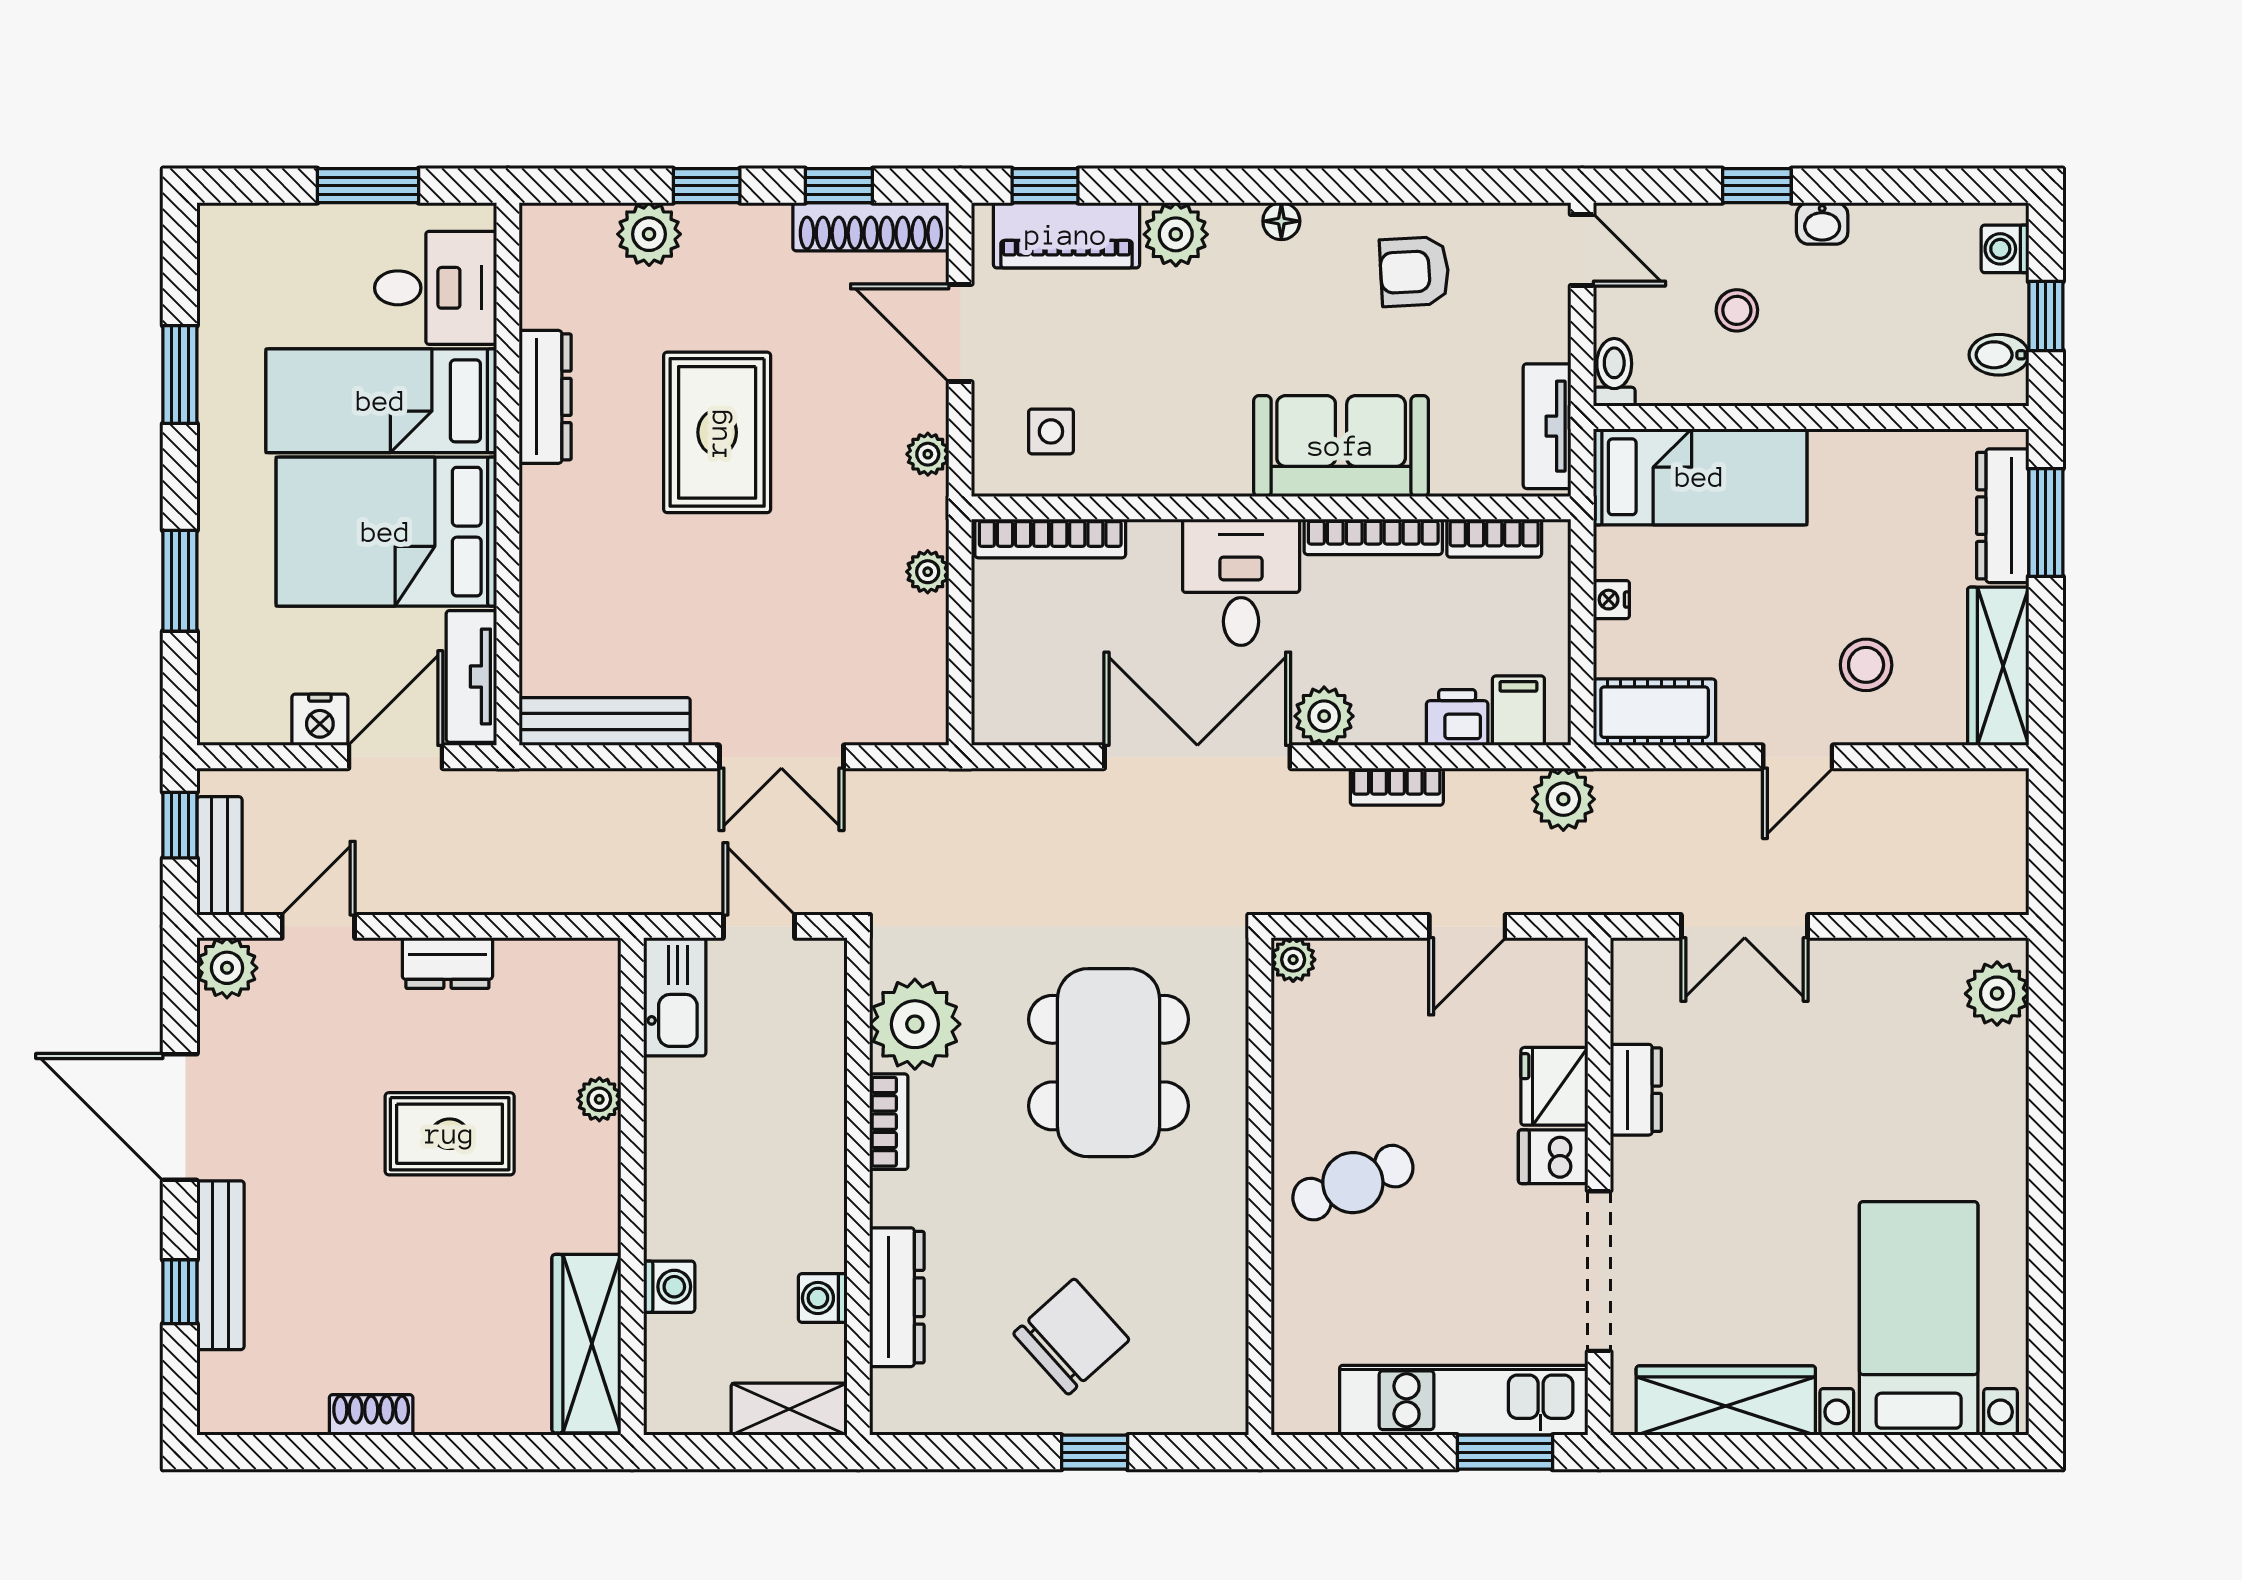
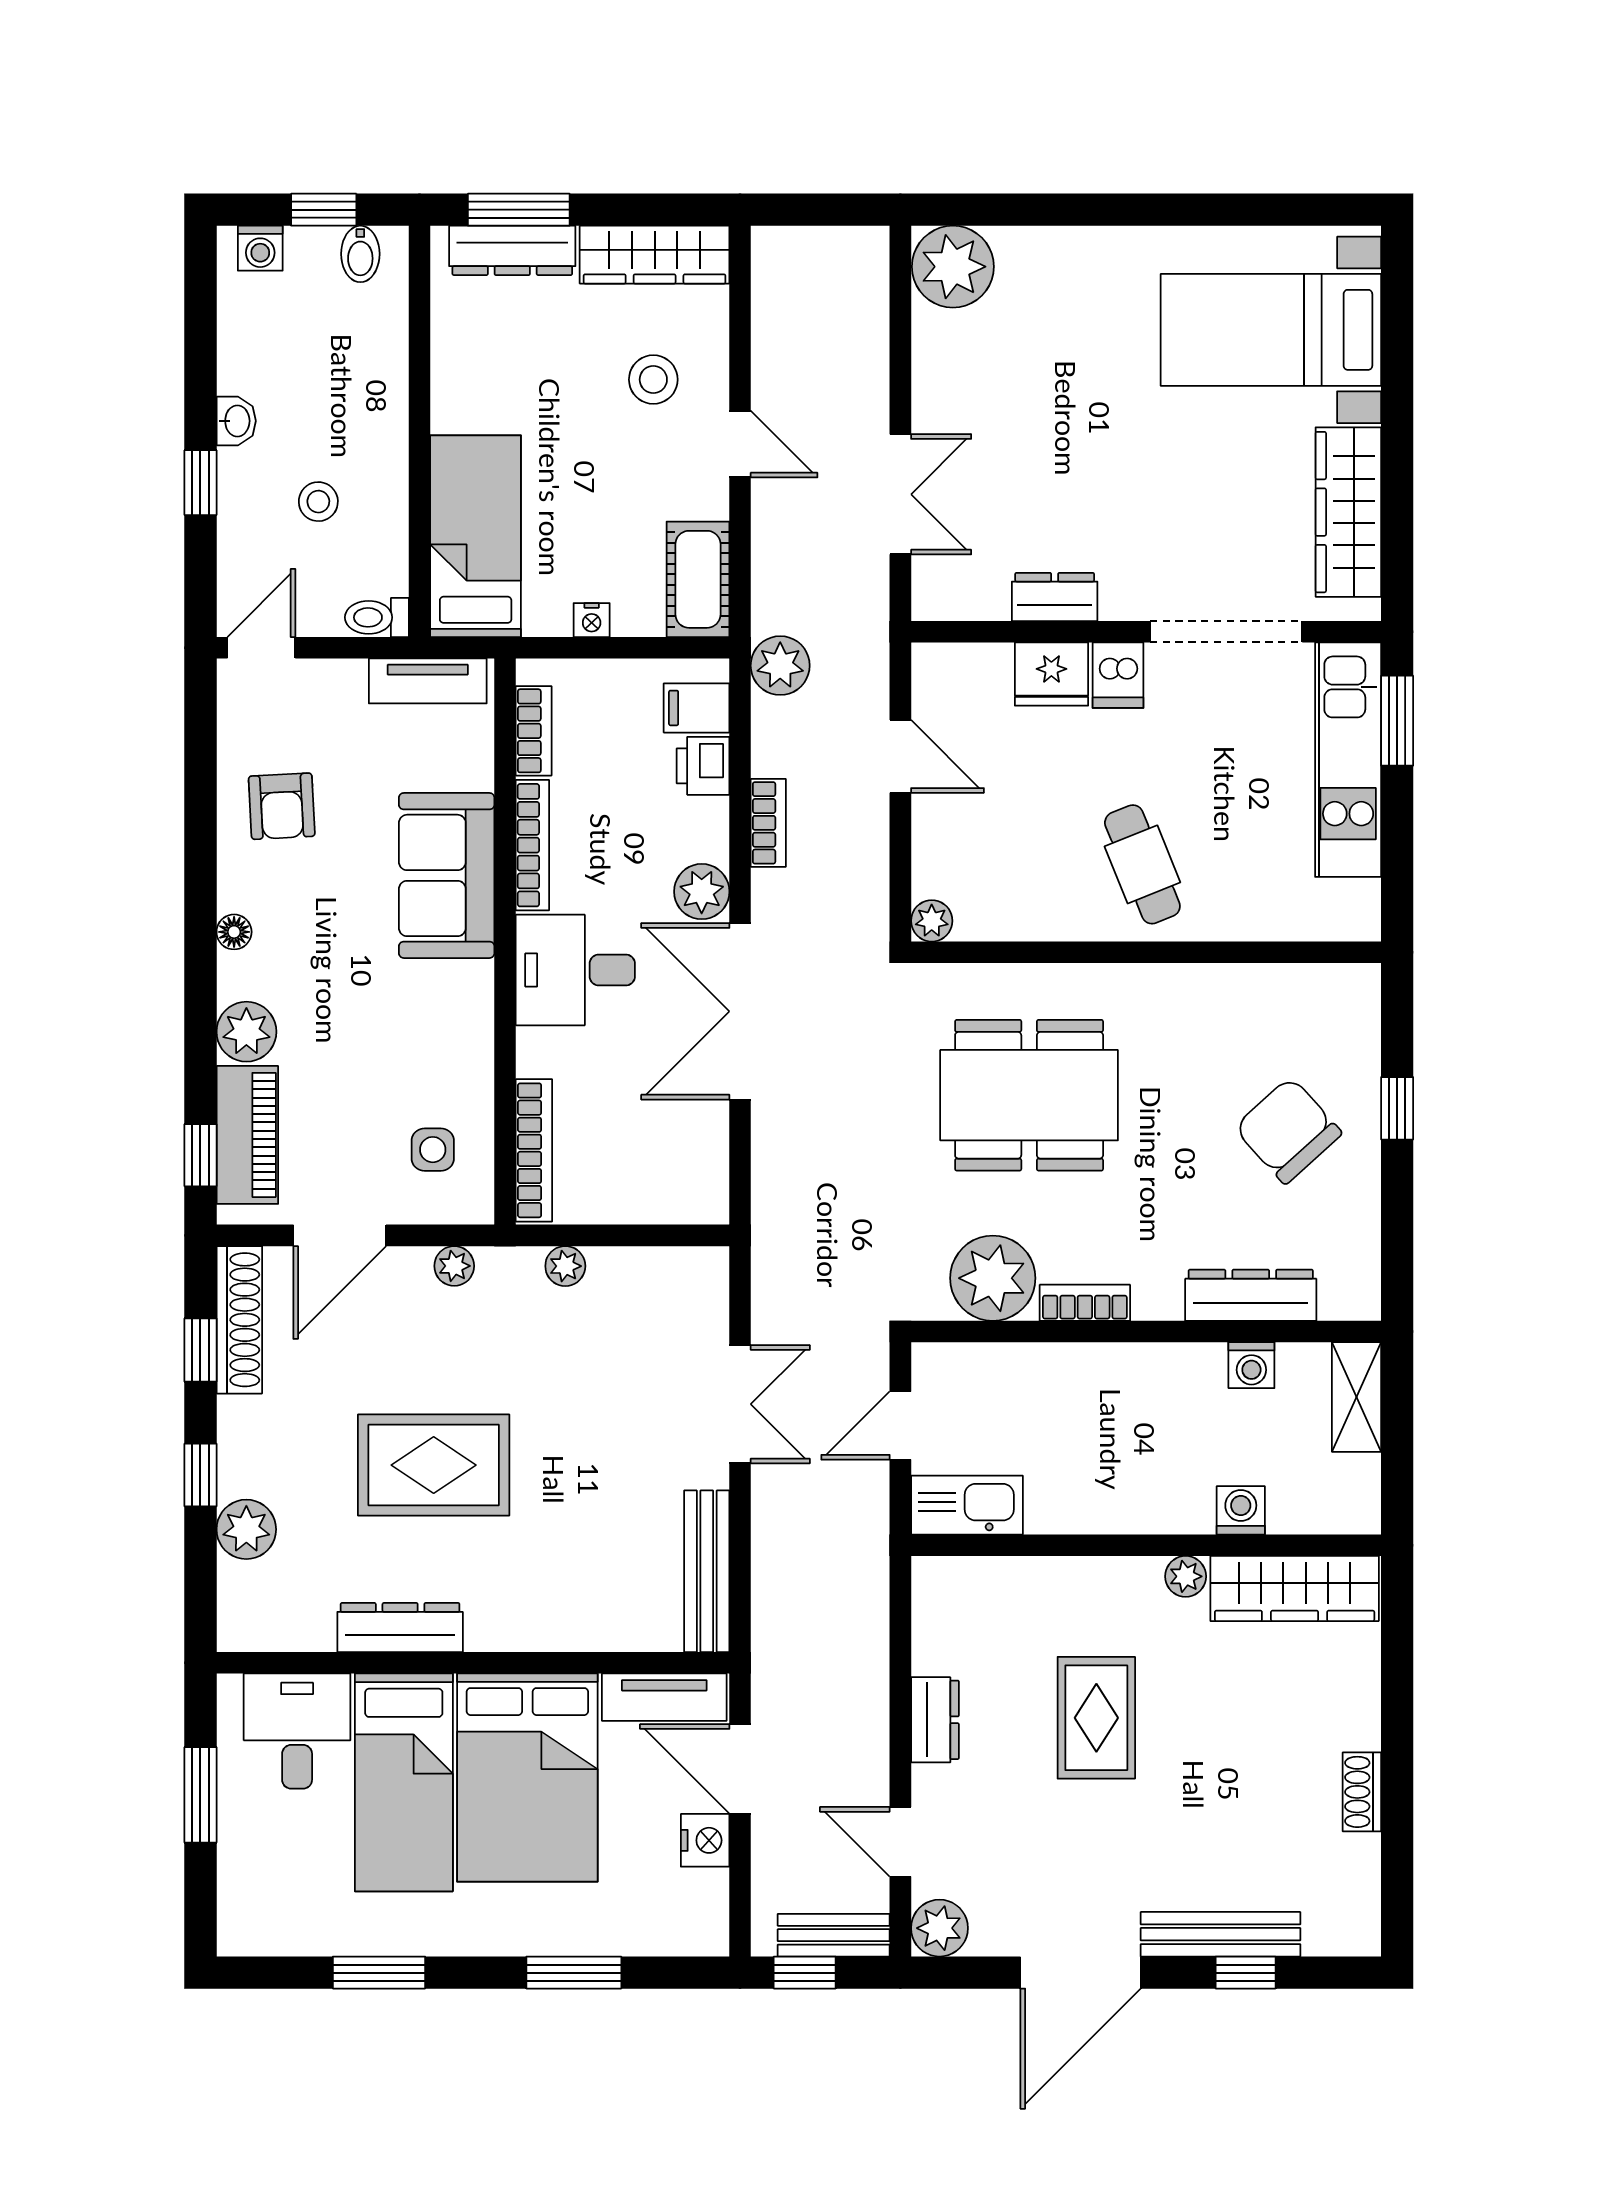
plant: (1997, 994) -> (953, 267), width x1.36, depth x1.36
plant: (599, 1099) -> (1186, 1576), moved

